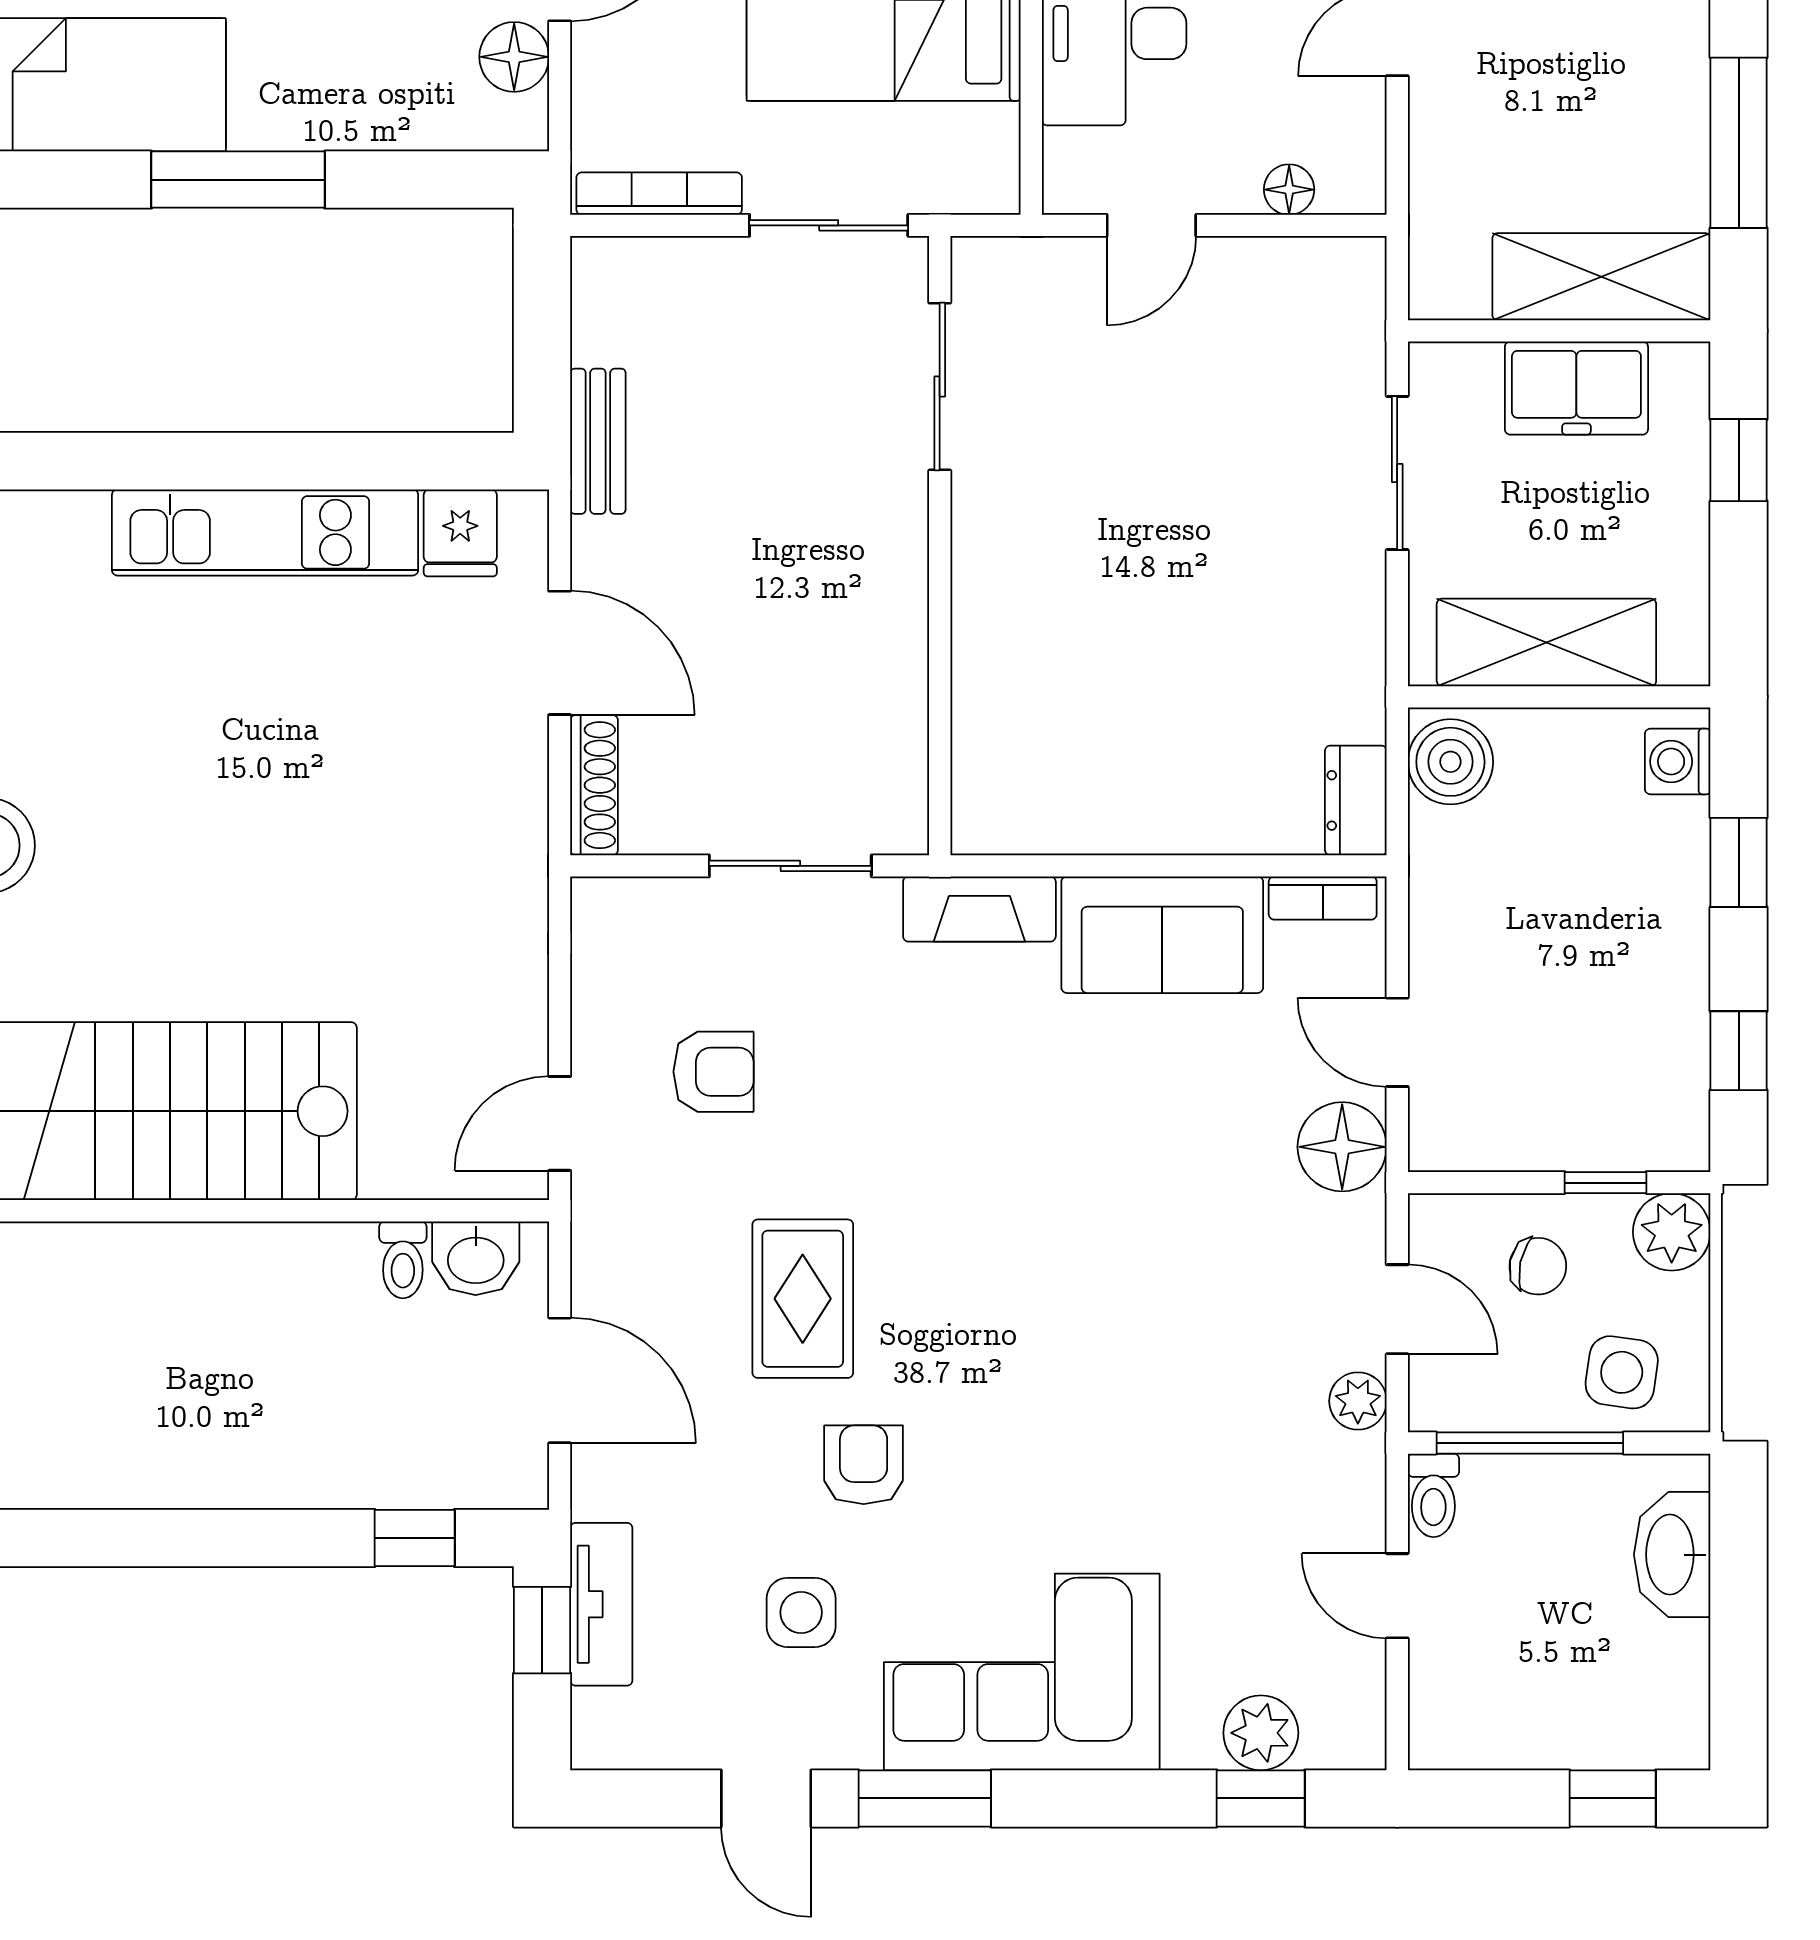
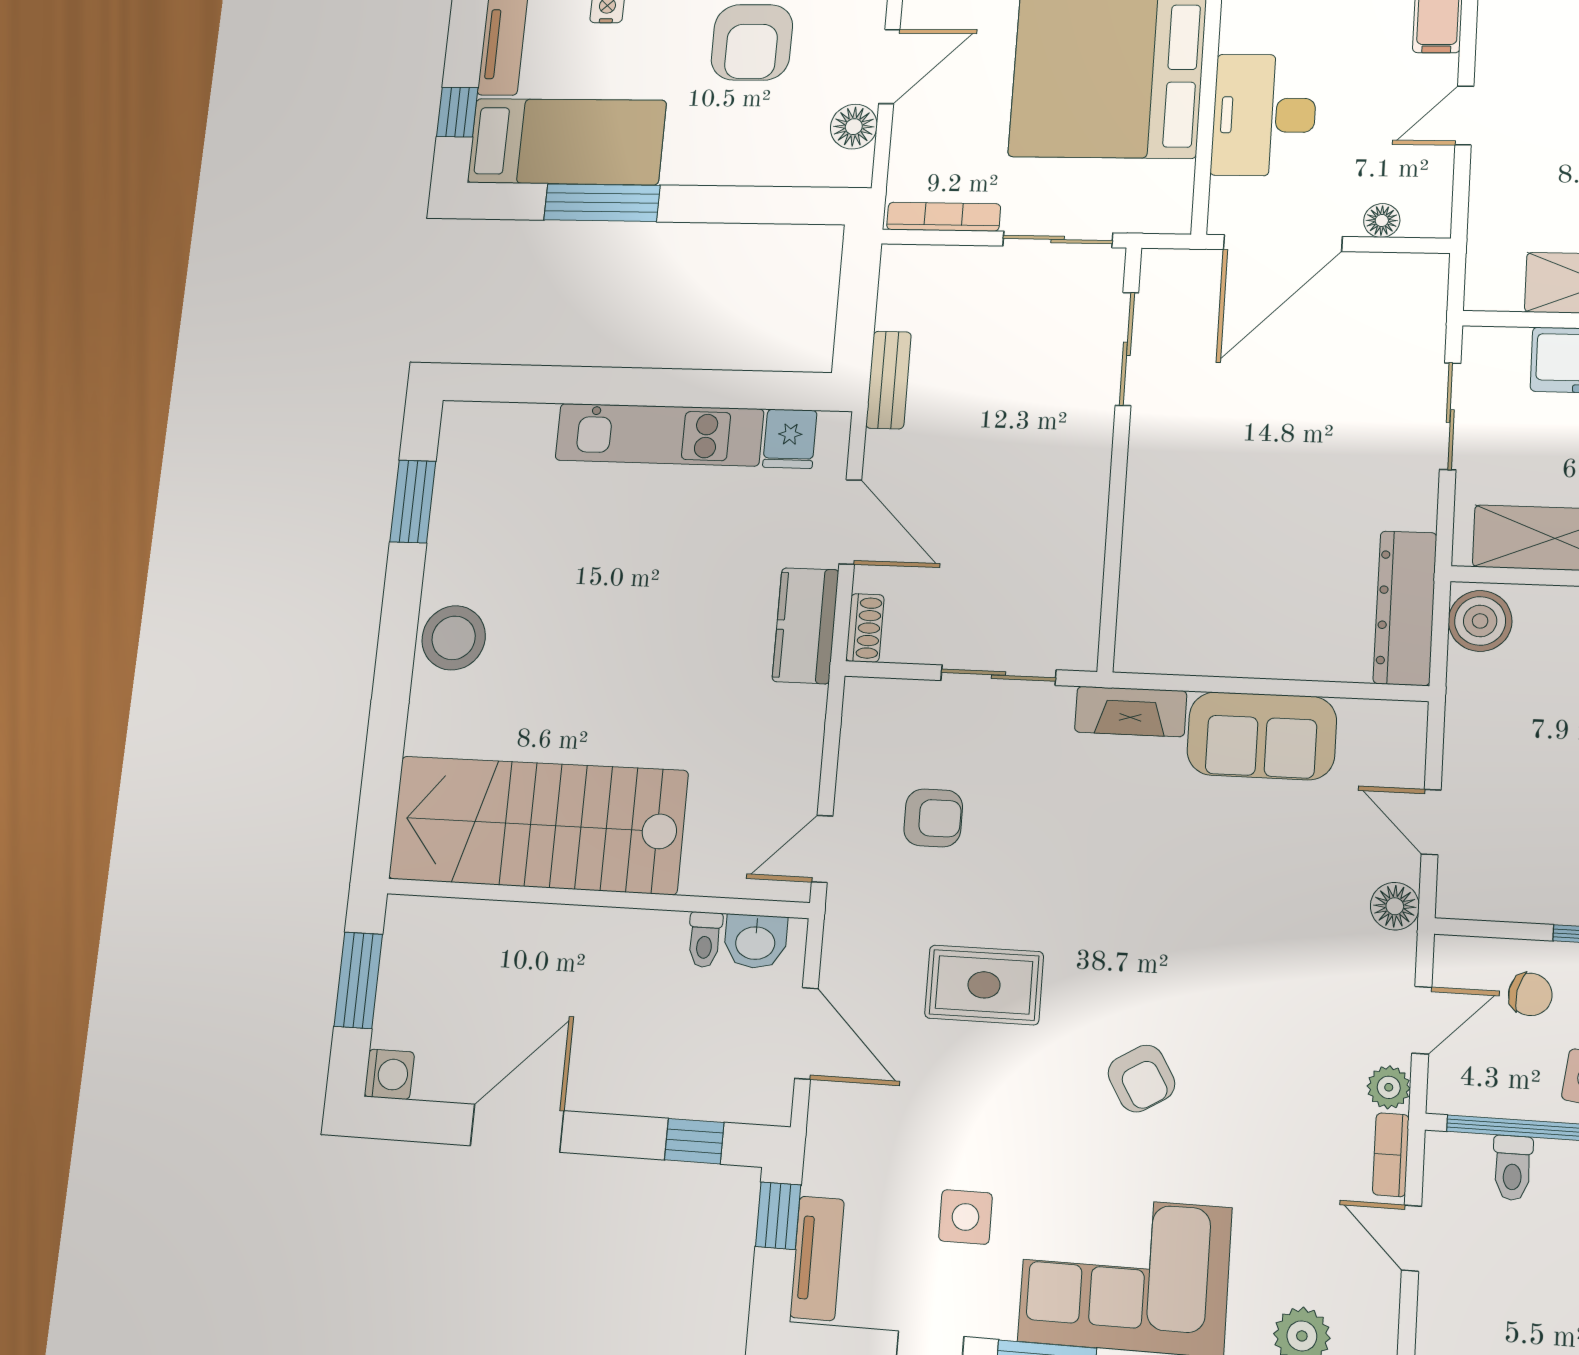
window: (238, 180) -> (602, 203), moved
door: (1151, 225) -> (1283, 243), width x1.88
shoe rack: (594, 785) -> (865, 628), width x0.70
dresser: (1356, 800) -> (1405, 608), width x1.96, depth x1.24
kitchen counter: (508, 806) -> (805, 626), added
bookcase: (1323, 898) -> (1391, 1155), moved, turned 90
floor lamp: (1342, 1147) -> (1395, 906), width x0.73, depth x0.73
rug: (803, 1299) -> (984, 985), turned 90
door: (1397, 1309) -> (1422, 1020), hinge flipped
armchair: (864, 1465) -> (1141, 1079), moved, turned 149
toilet: (1433, 1495) -> (1513, 1168), moved
door: (159, 1538) -> (517, 1128), added
tv unit: (601, 1604) -> (817, 1258), moved

